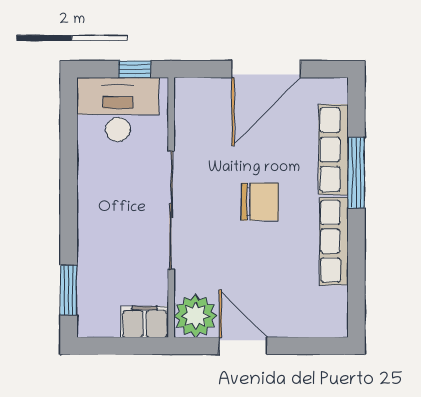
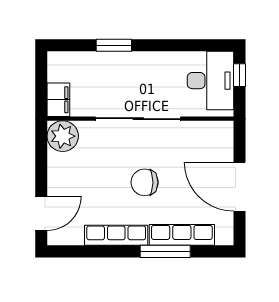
window: (135, 69) -> (239, 75), moved
chair: (260, 202) -> (145, 182), turned 90
window: (69, 290) -> (114, 45), moved
door: (243, 346) -> (41, 213), moved

